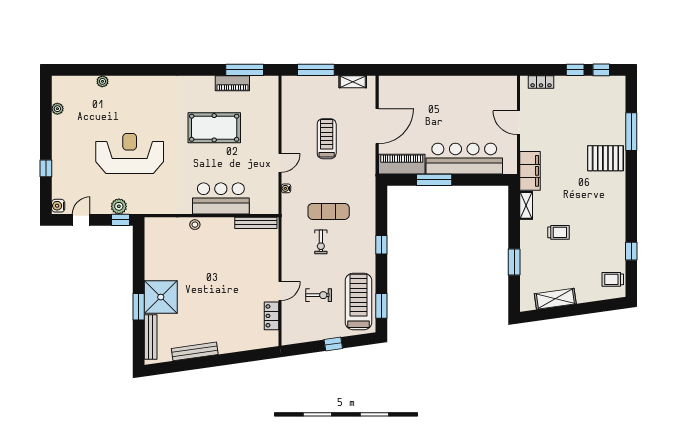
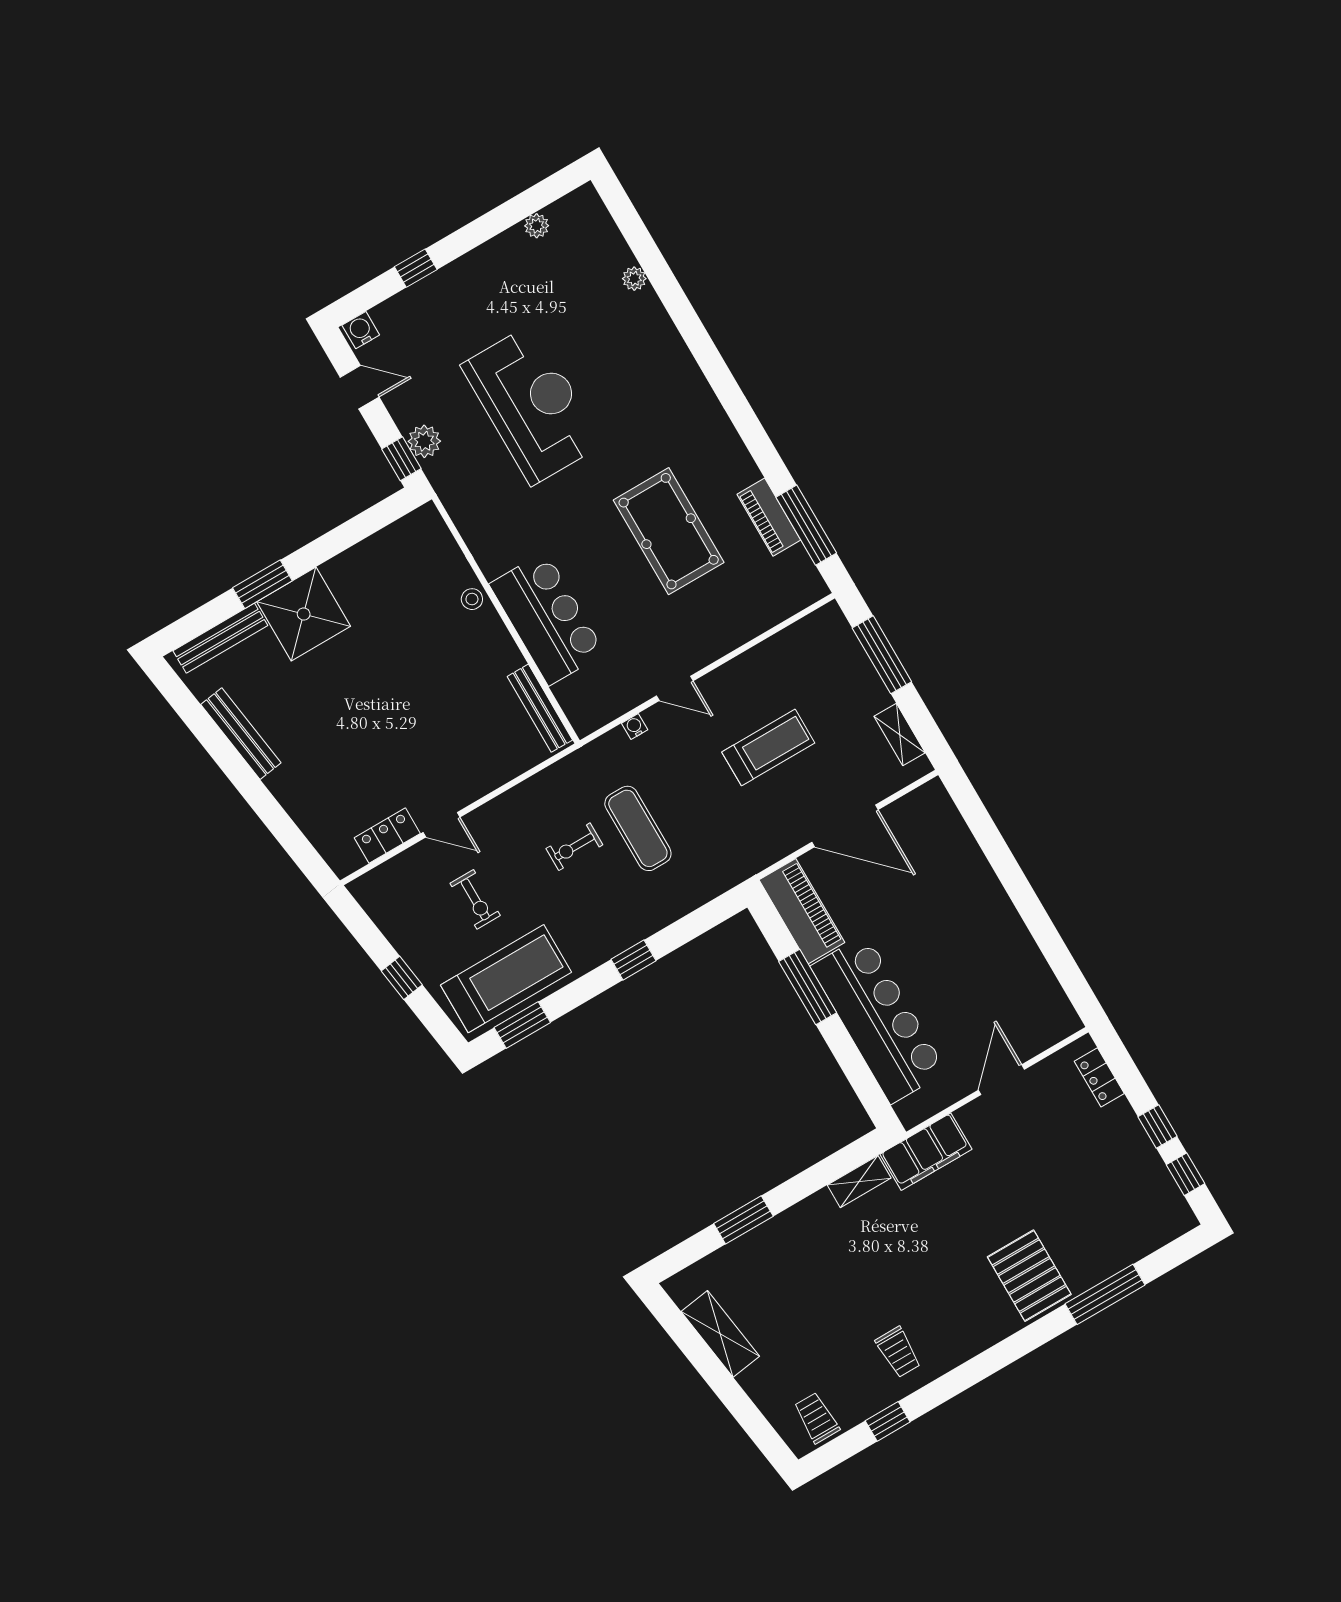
trolley: (558, 232) -> (898, 1352), moved

